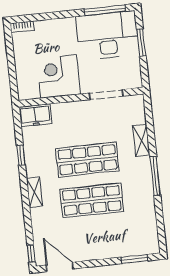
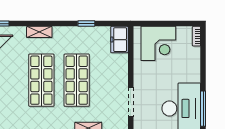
corner desk: (59, 76) -> (158, 43), moved, turned 90
shelving: (34, 192) -> (39, 32), moved

